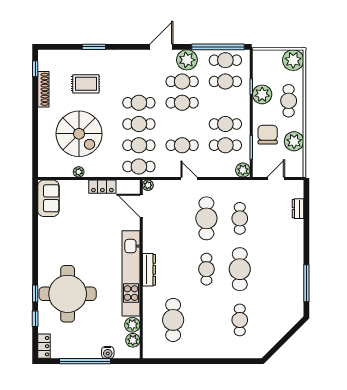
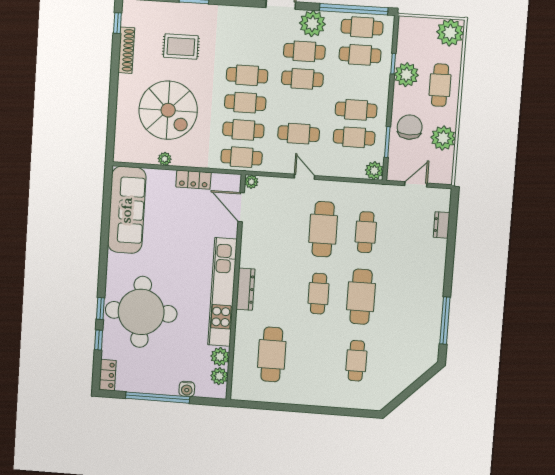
sofa: (48, 198) -> (127, 210), width x1.85, depth x1.27

